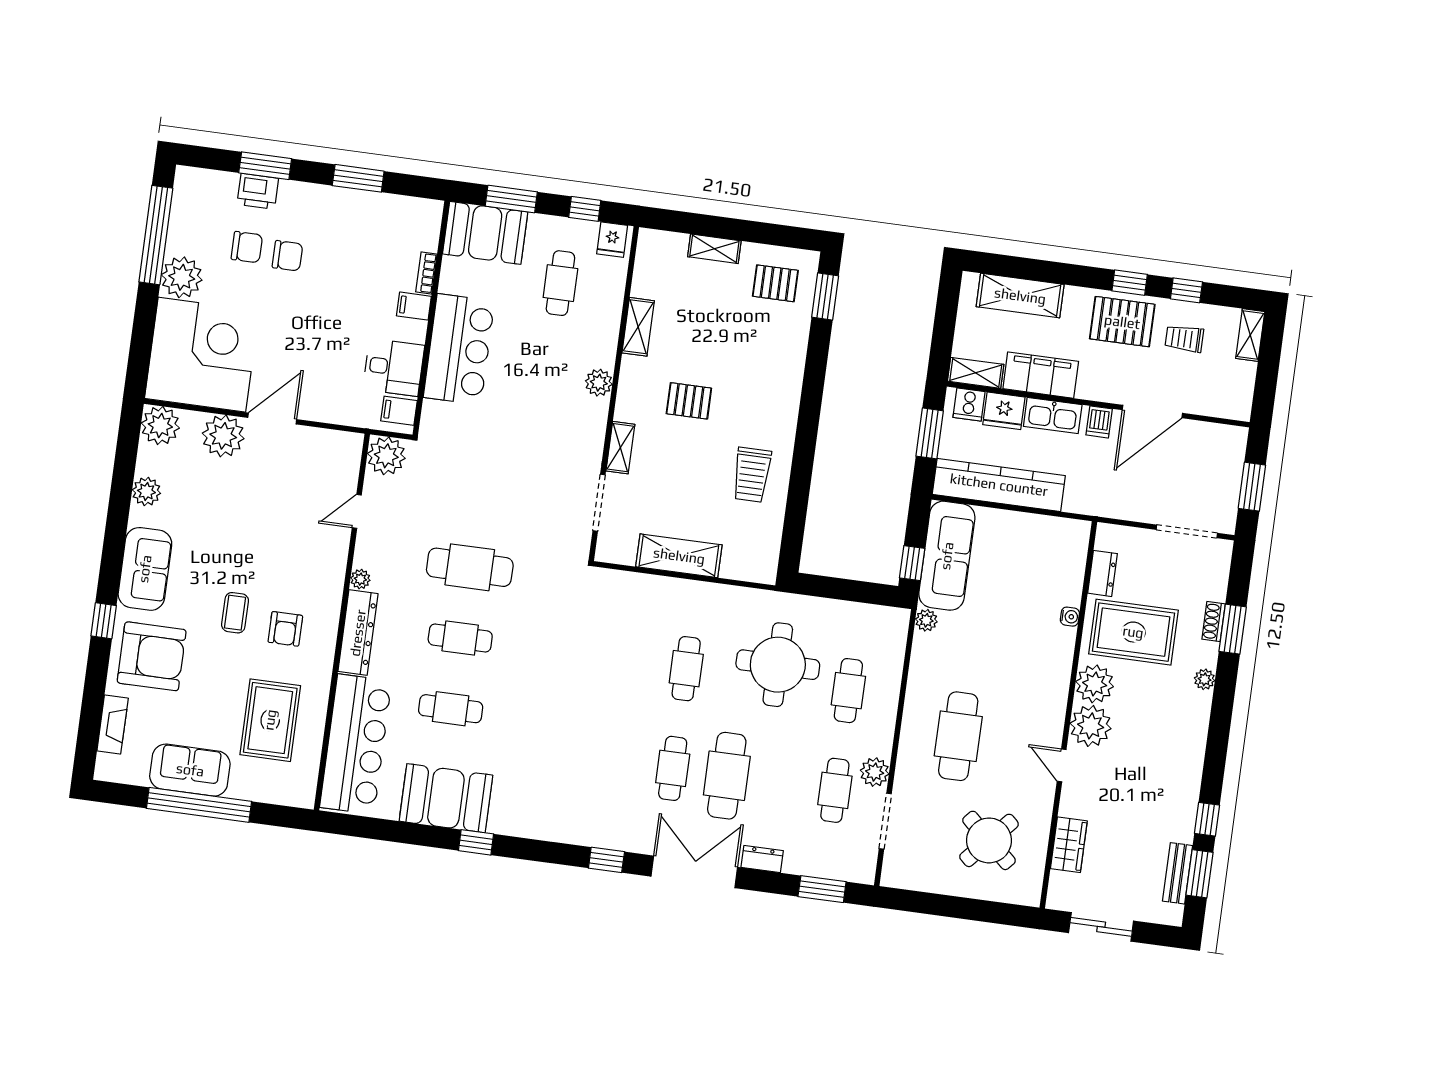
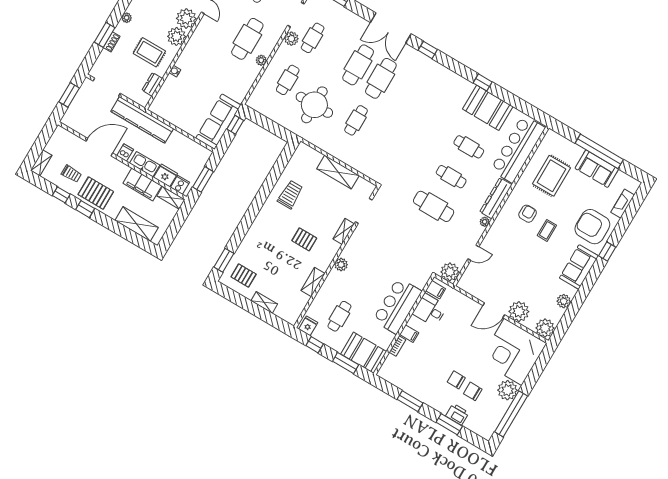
kitchen counter: (999, 485) -> (142, 120), moved
plant: (926, 620) -> (261, 60), moved
rug: (1133, 632) -> (149, 52), width x0.73, depth x0.70
cafe table: (673, 768) -> (381, 78), width x1.37, depth x1.35
dresser: (762, 859) -> (358, 21), removed

